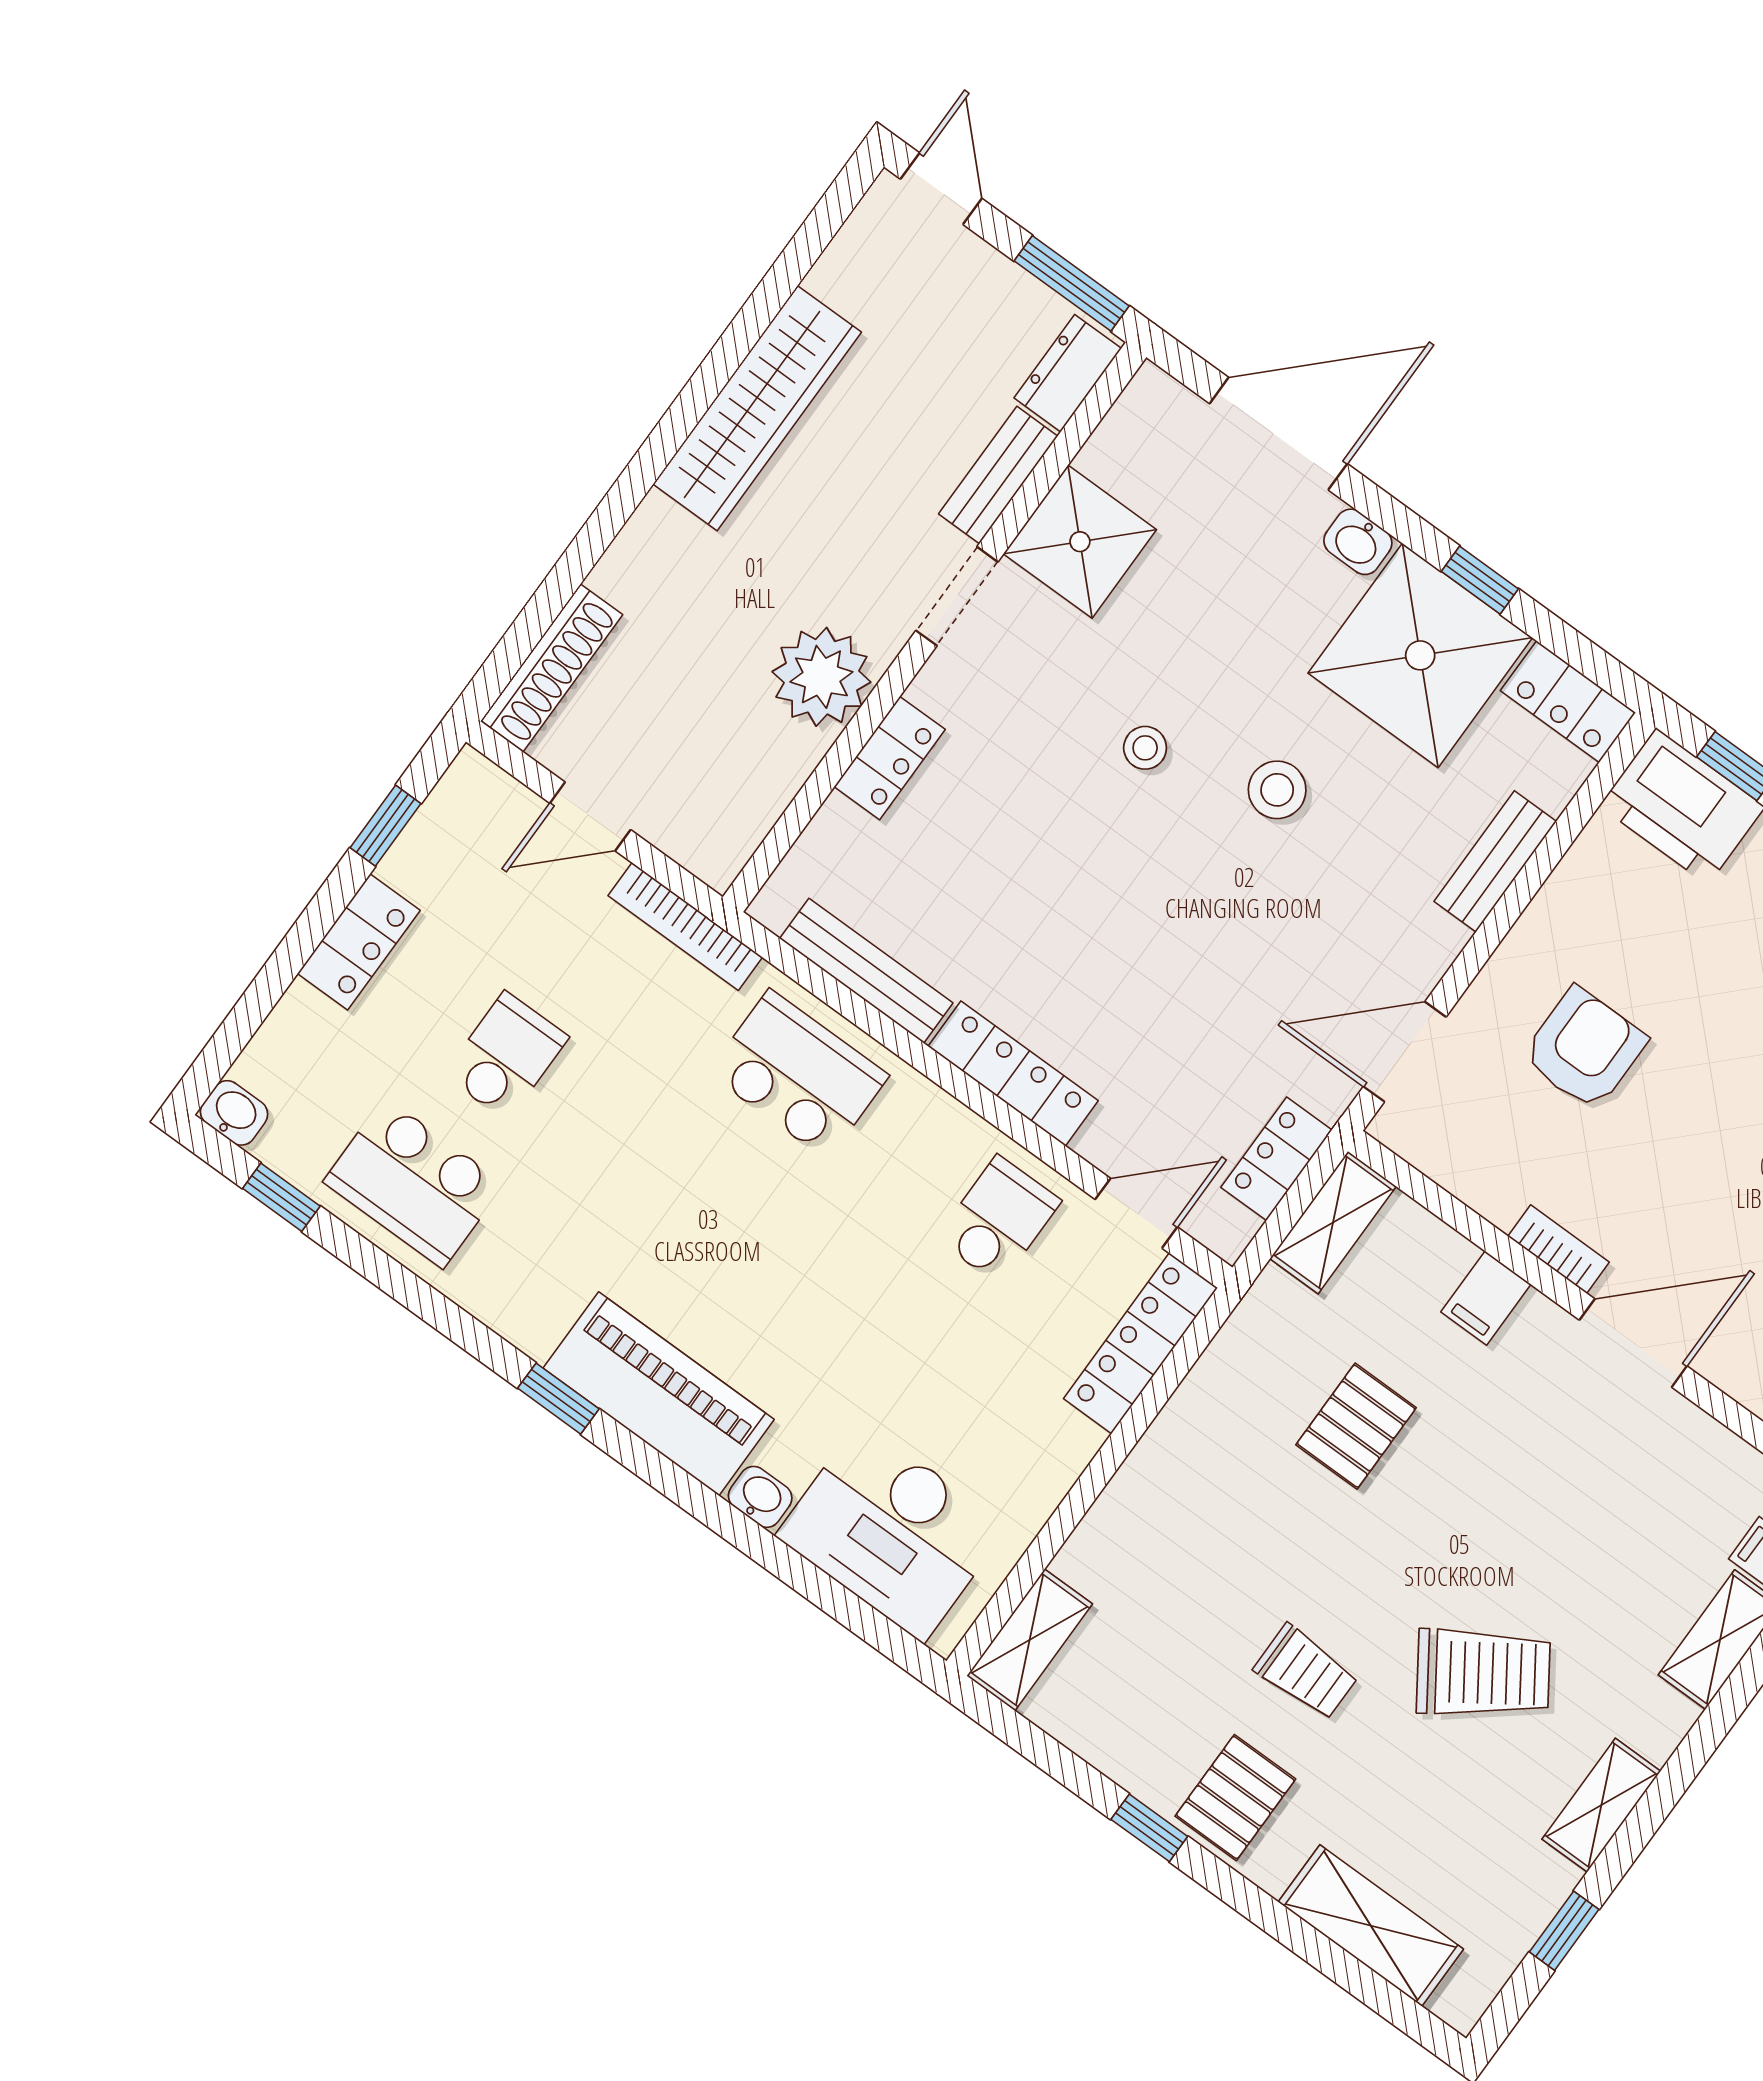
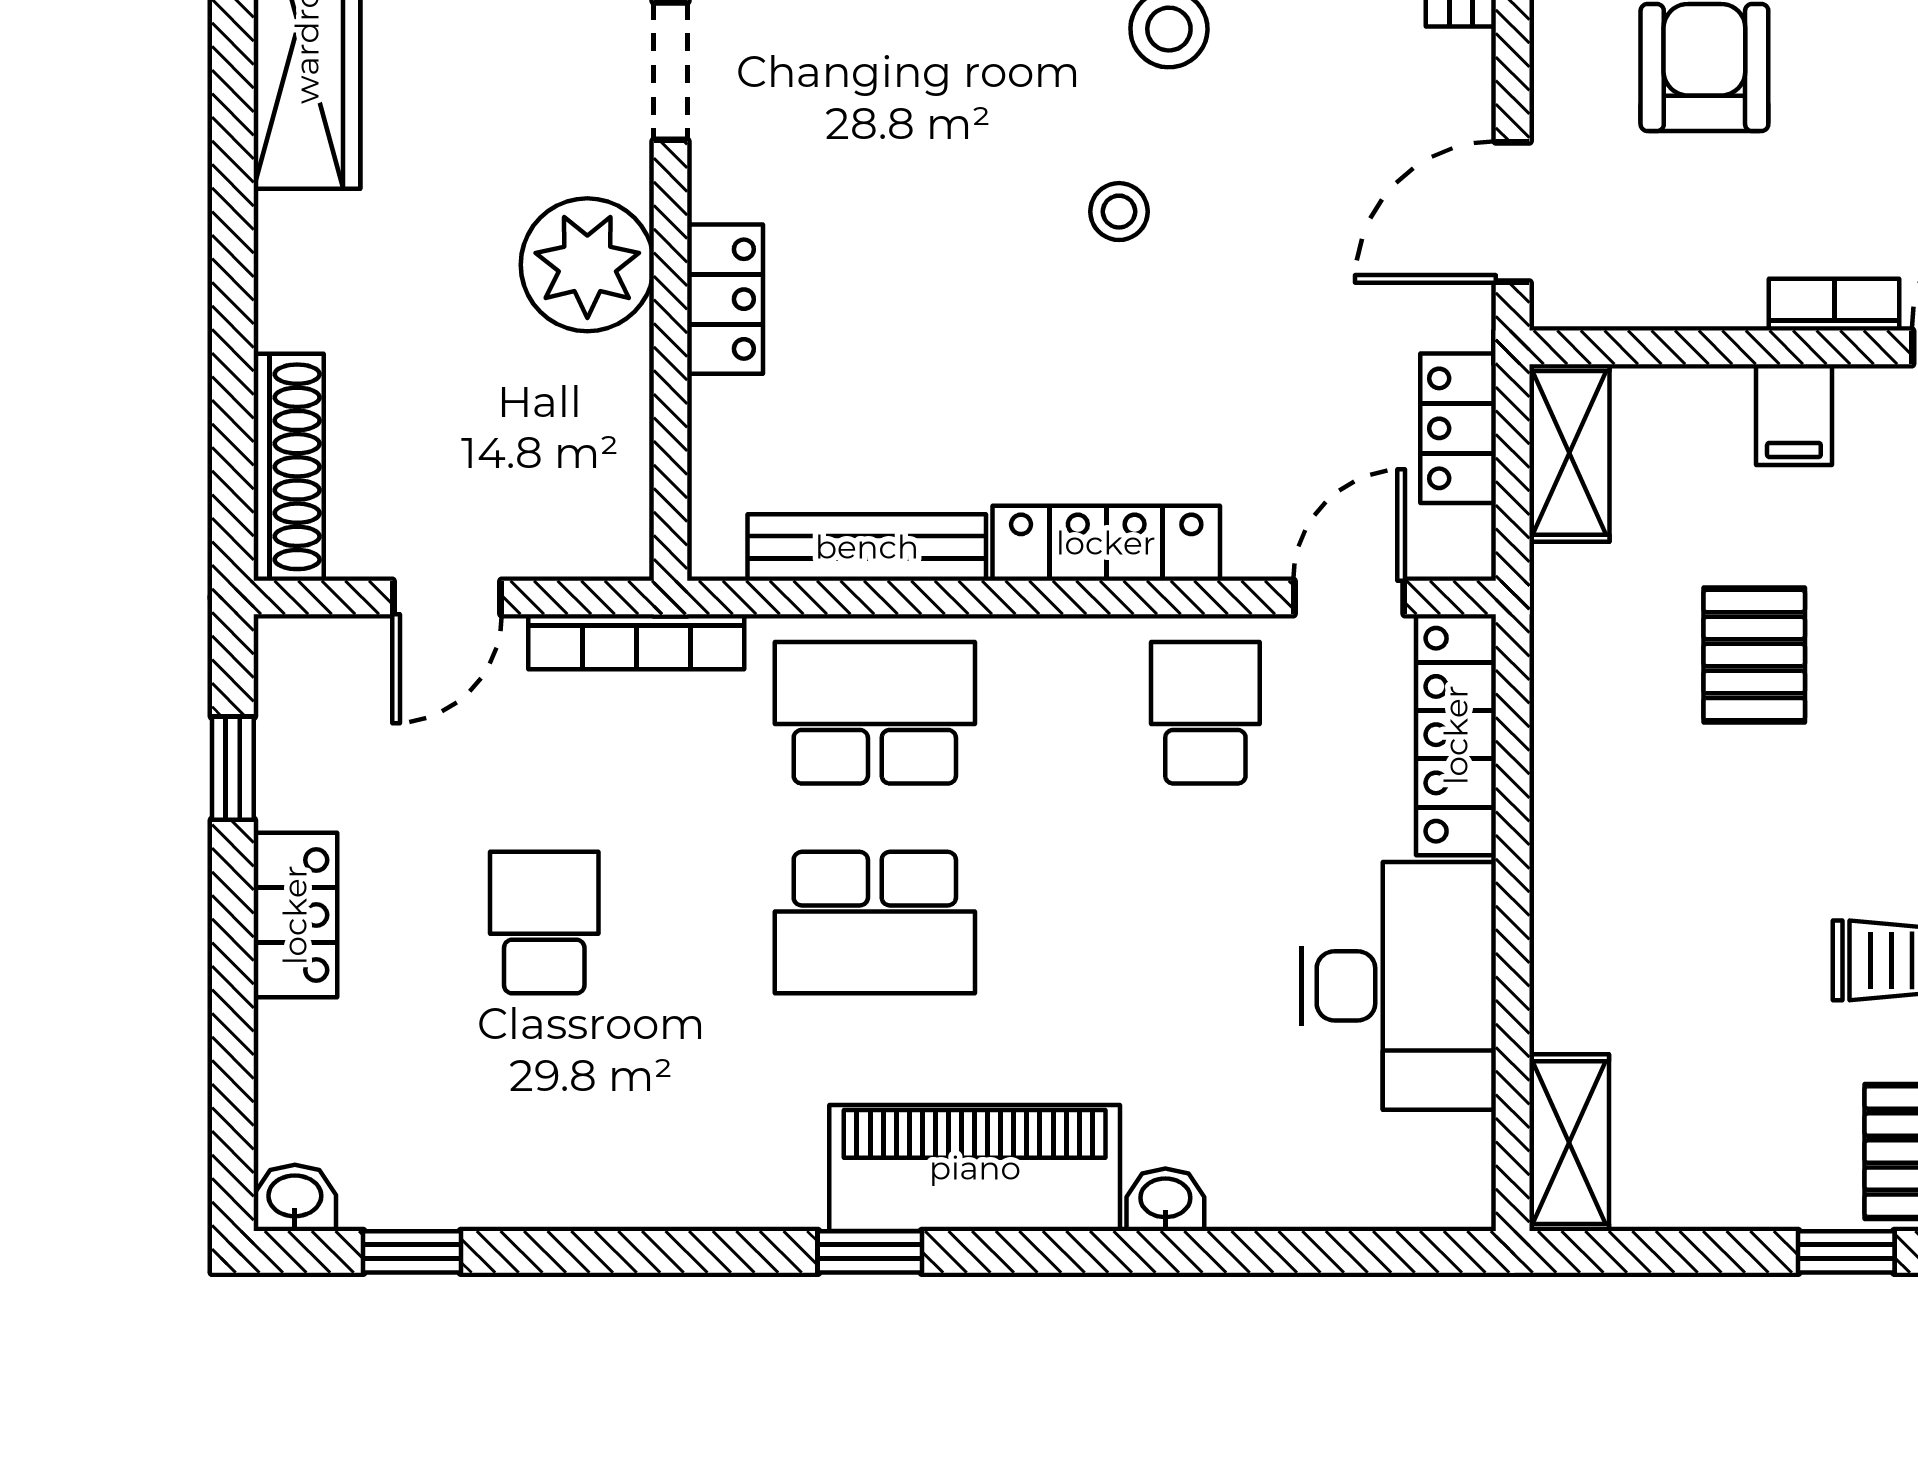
stool: (1145, 748) -> (1119, 212), moved
school desk: (414, 1183) -> (875, 923), moved
desk: (892, 1531) -> (1399, 986), moved, turned -90

